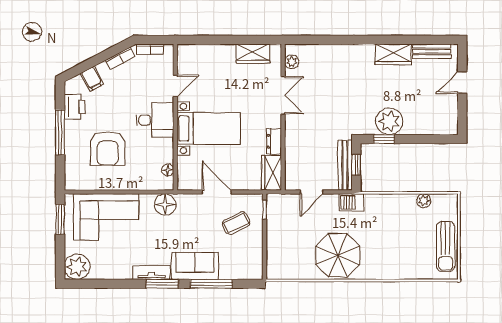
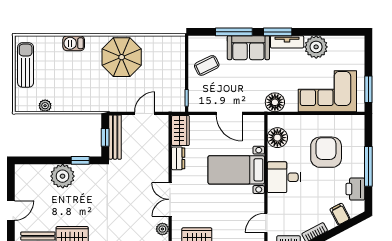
door: (175, 86) -> (266, 223), moved
plant: (389, 121) -> (63, 176), moved
floor lamp: (168, 170) -> (277, 138), width x1.89, depth x1.89
barbecue: (352, 202) -> (74, 43), moved, turned 180
coffee table: (236, 223) -> (207, 65), moved
plant: (77, 267) -> (316, 47), moved

